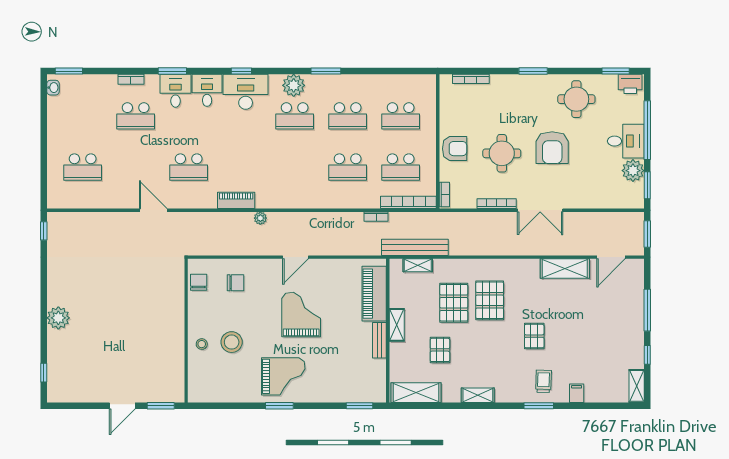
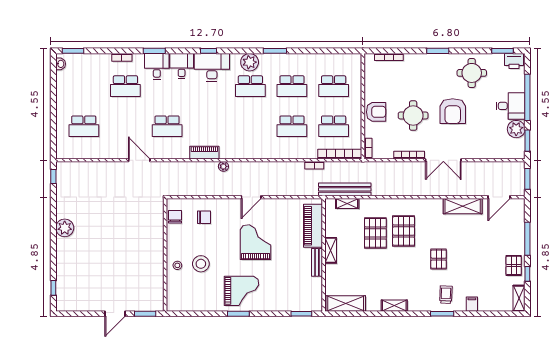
plant: (58, 318) -> (65, 228), moved
pallet: (440, 350) -> (514, 265), moved

